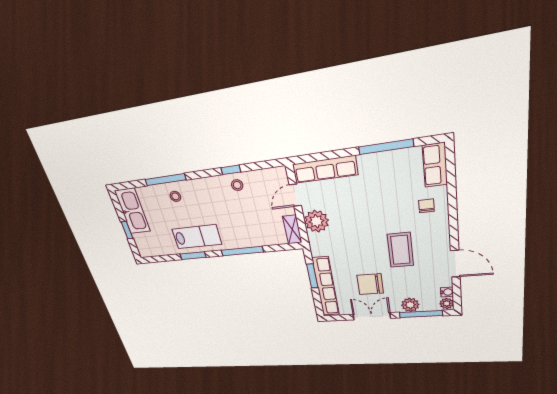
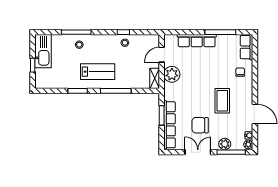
row of seats: (325, 170) -> (197, 41), moved
lab bench: (197, 237) -> (98, 72), moved

